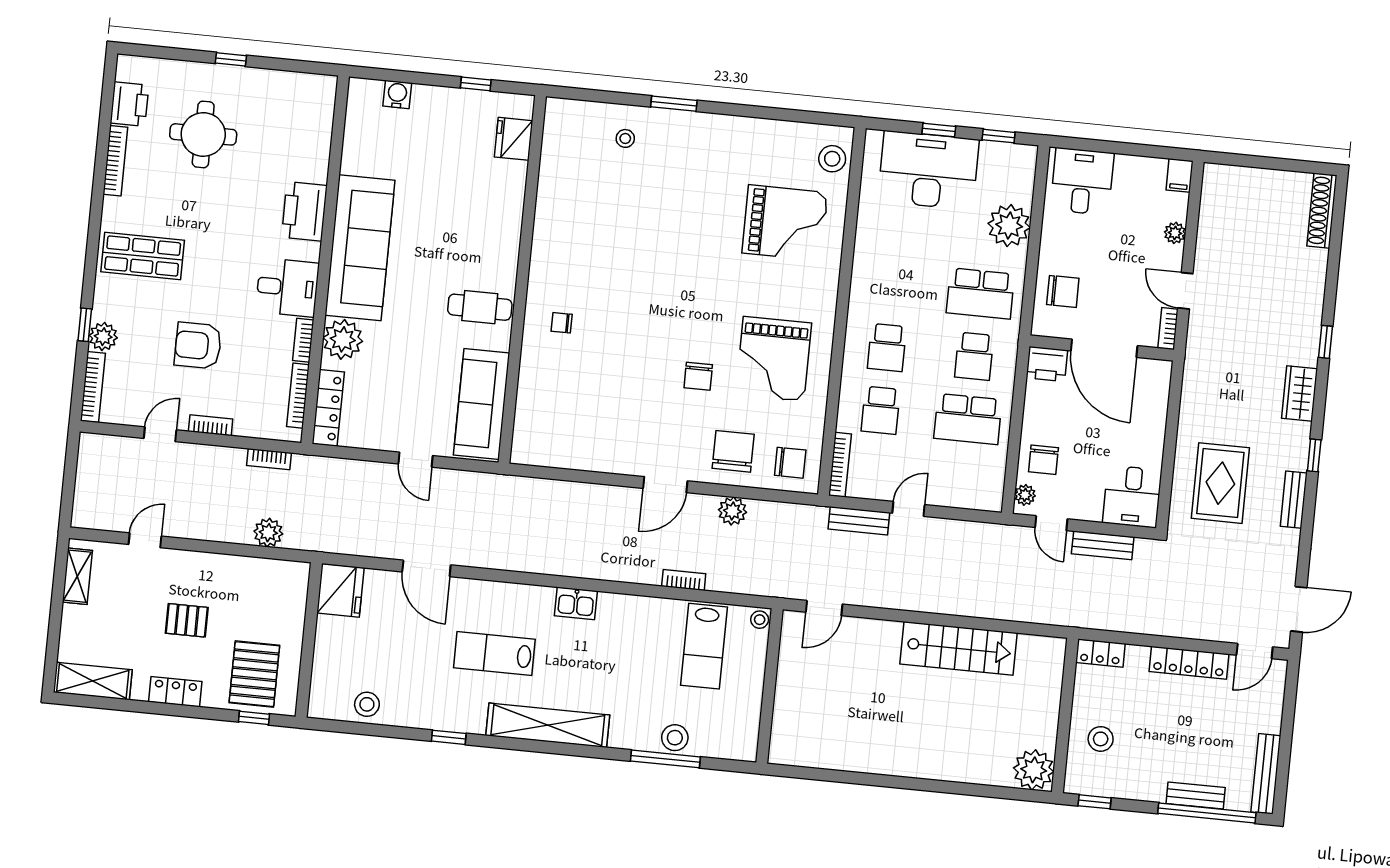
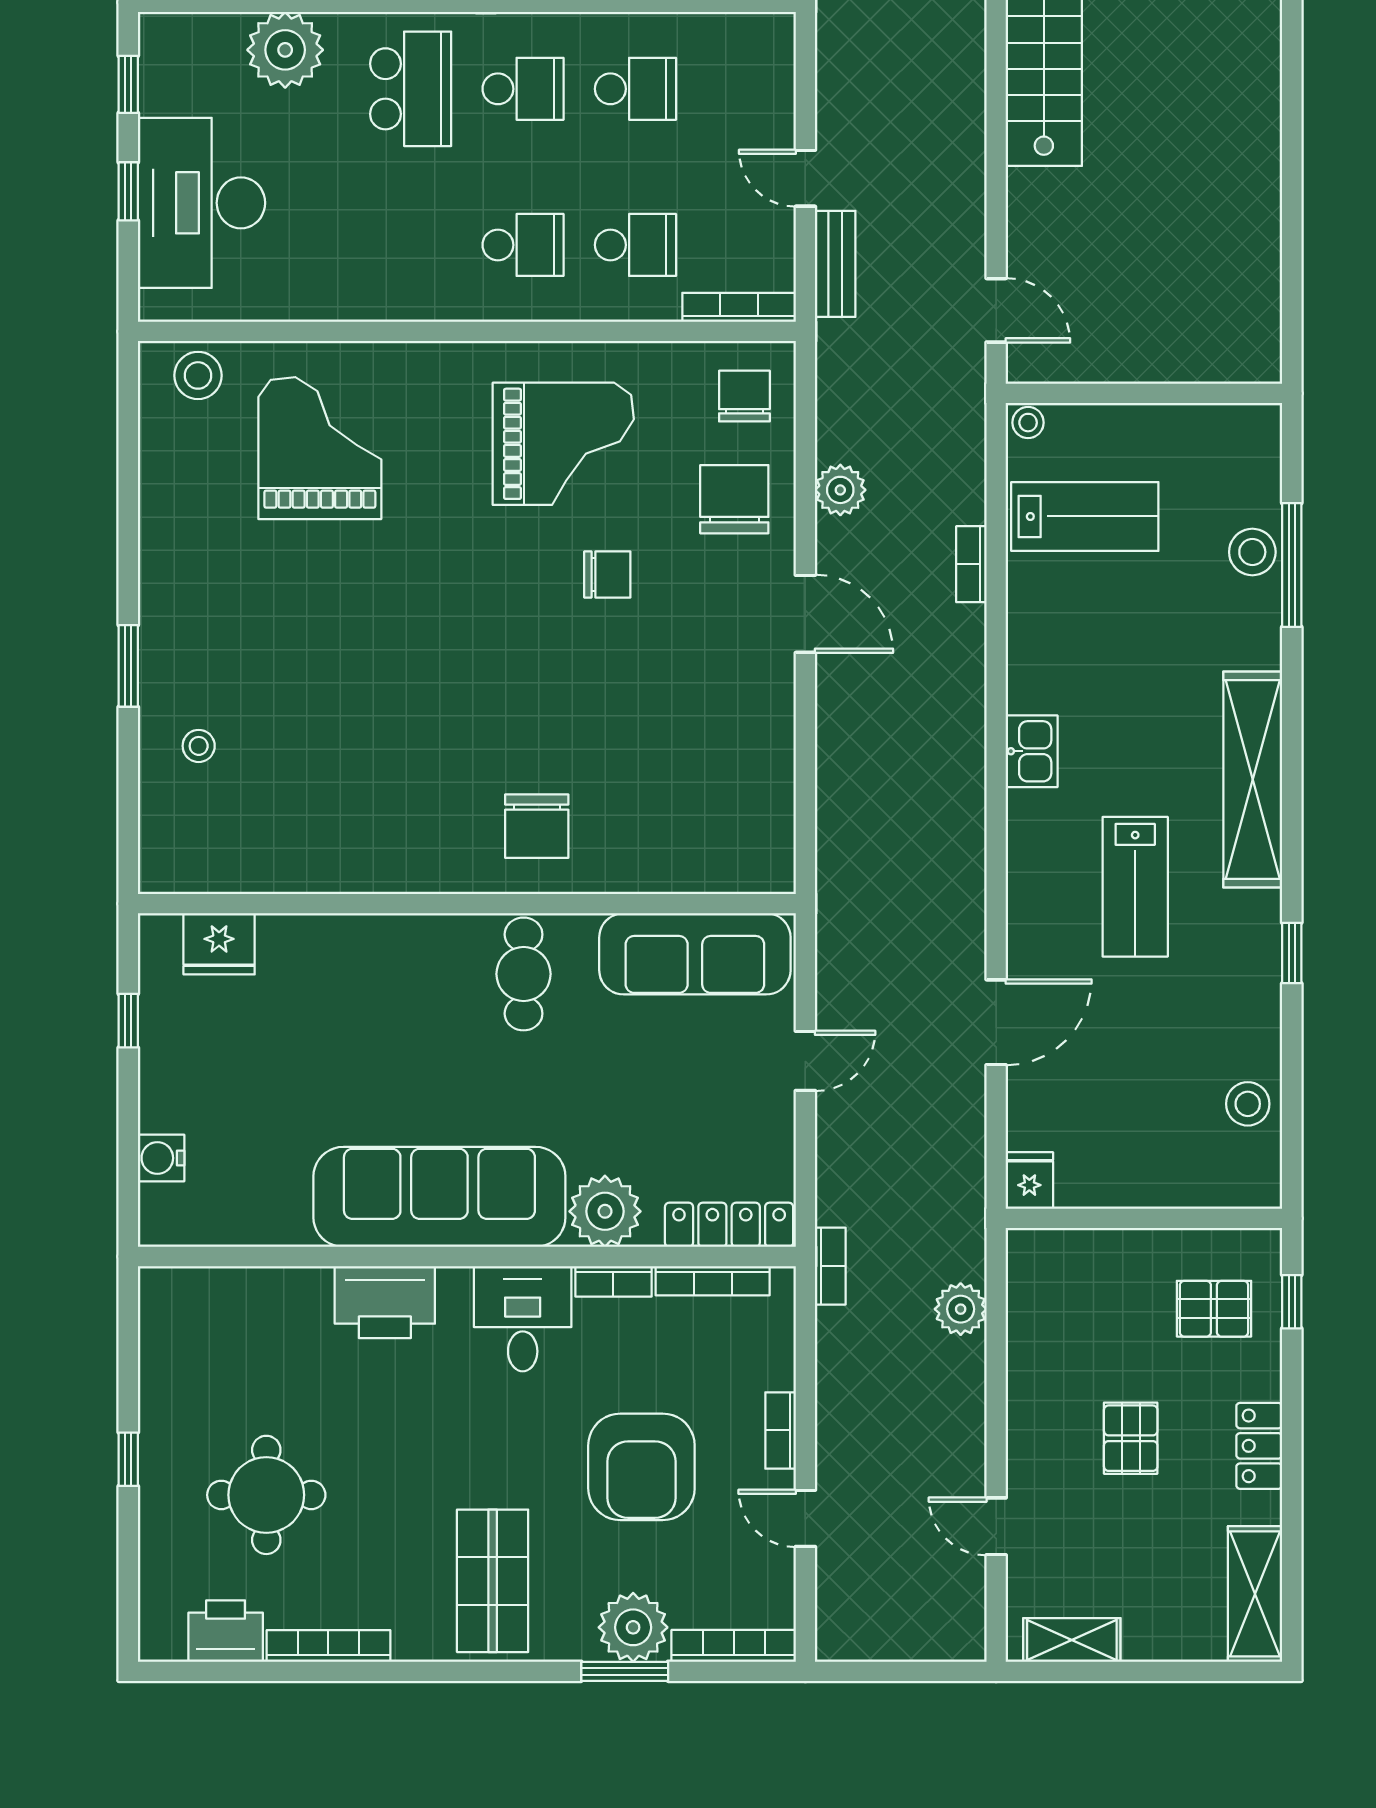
chair: (562, 323) -> (537, 826), width x1.87, depth x1.87
window: (85, 325) -> (625, 1671), width x1.50
plant: (103, 337) -> (633, 1627), width x1.36, depth x1.36
armchair: (198, 346) -> (641, 1467), width x1.36, depth x1.36
school desk: (968, 419) -> (635, 89), width x0.54
chair: (733, 451) -> (734, 499), turned 90
bookcase: (269, 459) -> (830, 1266), moved
fridge: (340, 590) -> (1029, 1181), width x0.53, depth x0.75
pallet: (254, 674) -> (1214, 1309), width x0.67, depth x0.71

